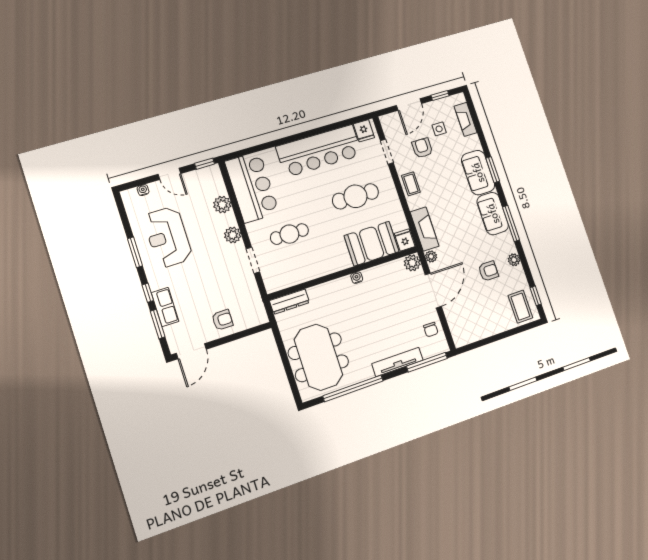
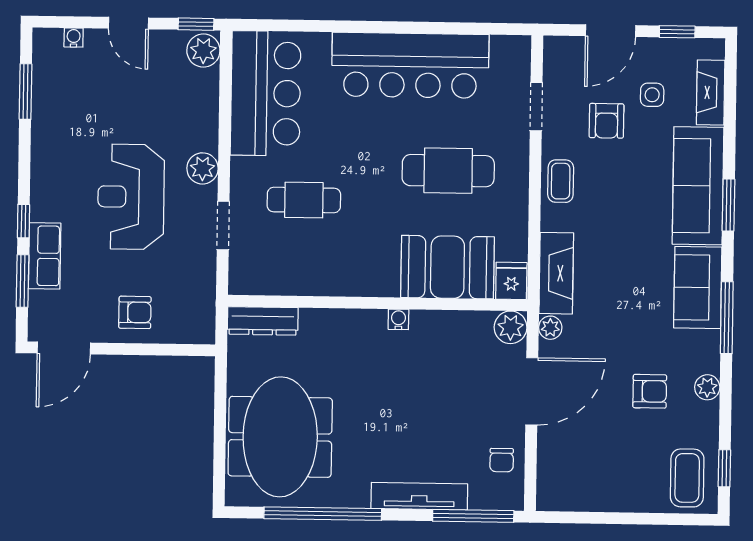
fridge: (364, 131) -> (507, 54), removed
armchair: (422, 148) -> (607, 121), turned 180
sofa: (478, 173) -> (698, 186), width x1.36
plant: (222, 205) -> (203, 51), moved
reception desk: (168, 237) -> (131, 197), moved
window: (135, 252) -> (25, 92), moved

